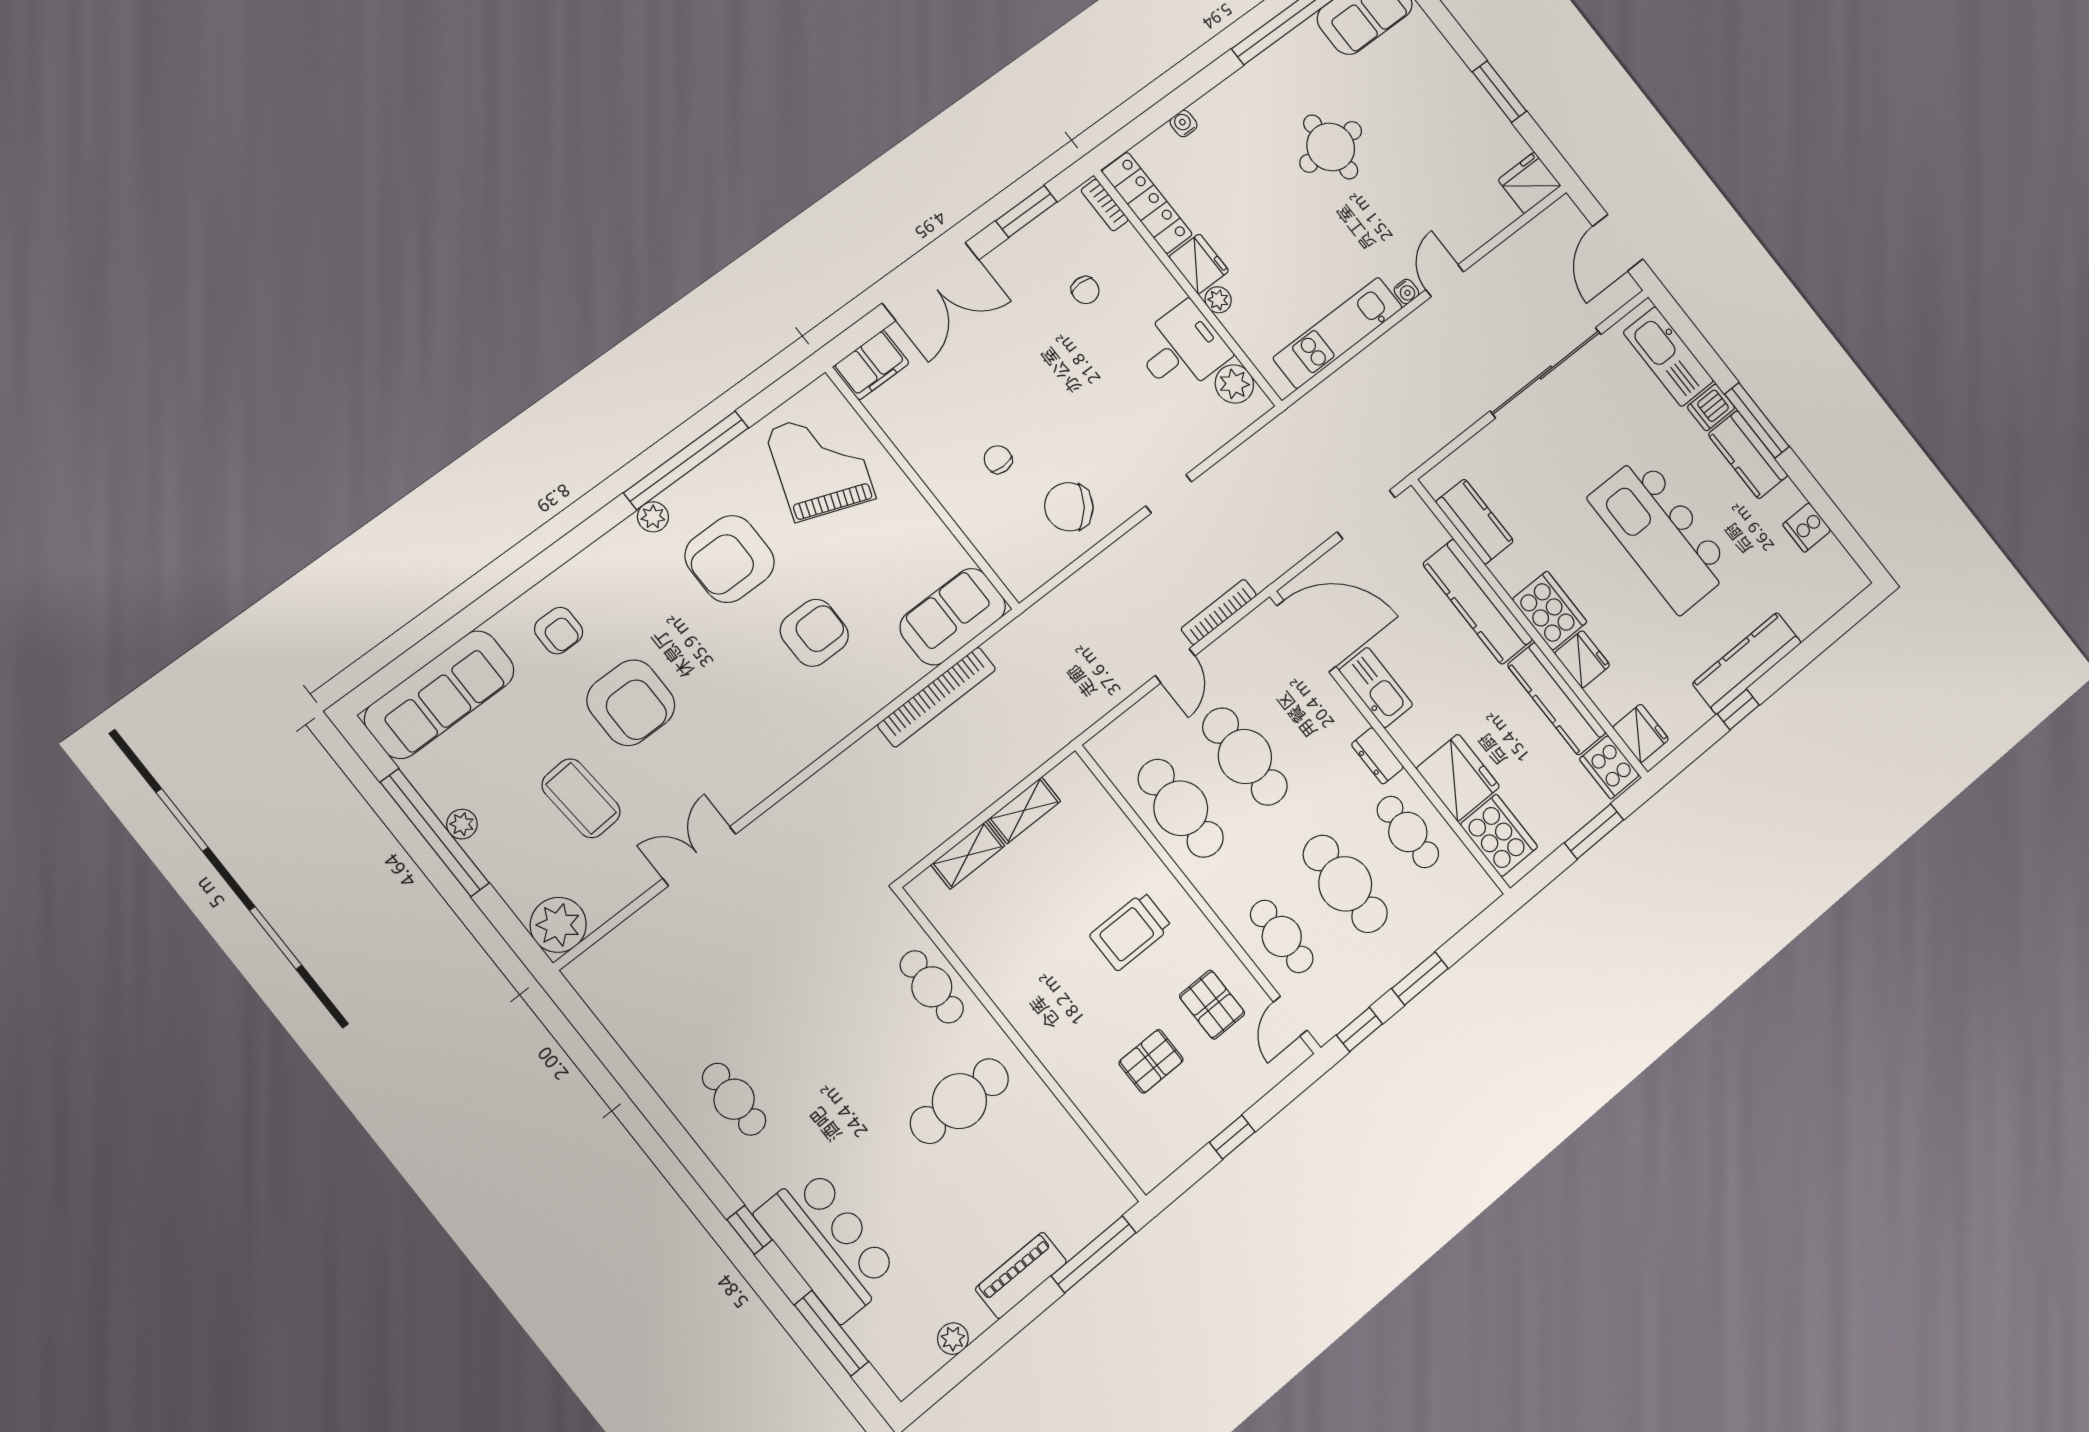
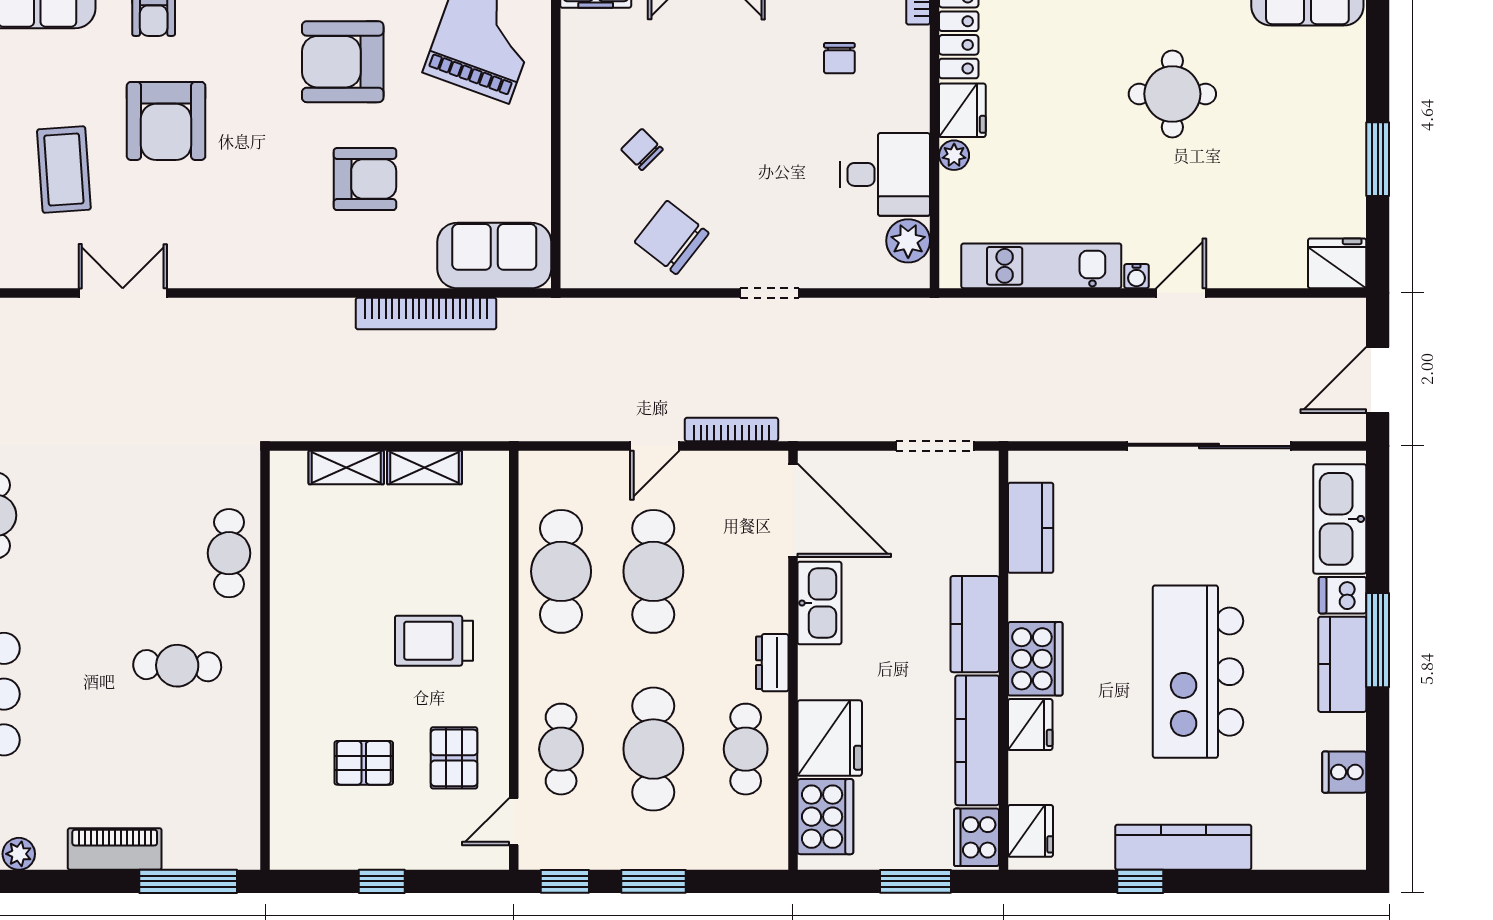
chair: (998, 459) -> (642, 149), turned -45
kitchen counter: (1478, 602) -> (975, 624), width x0.67
cafe table: (959, 1101) -> (177, 666), width x0.73, depth x0.74

